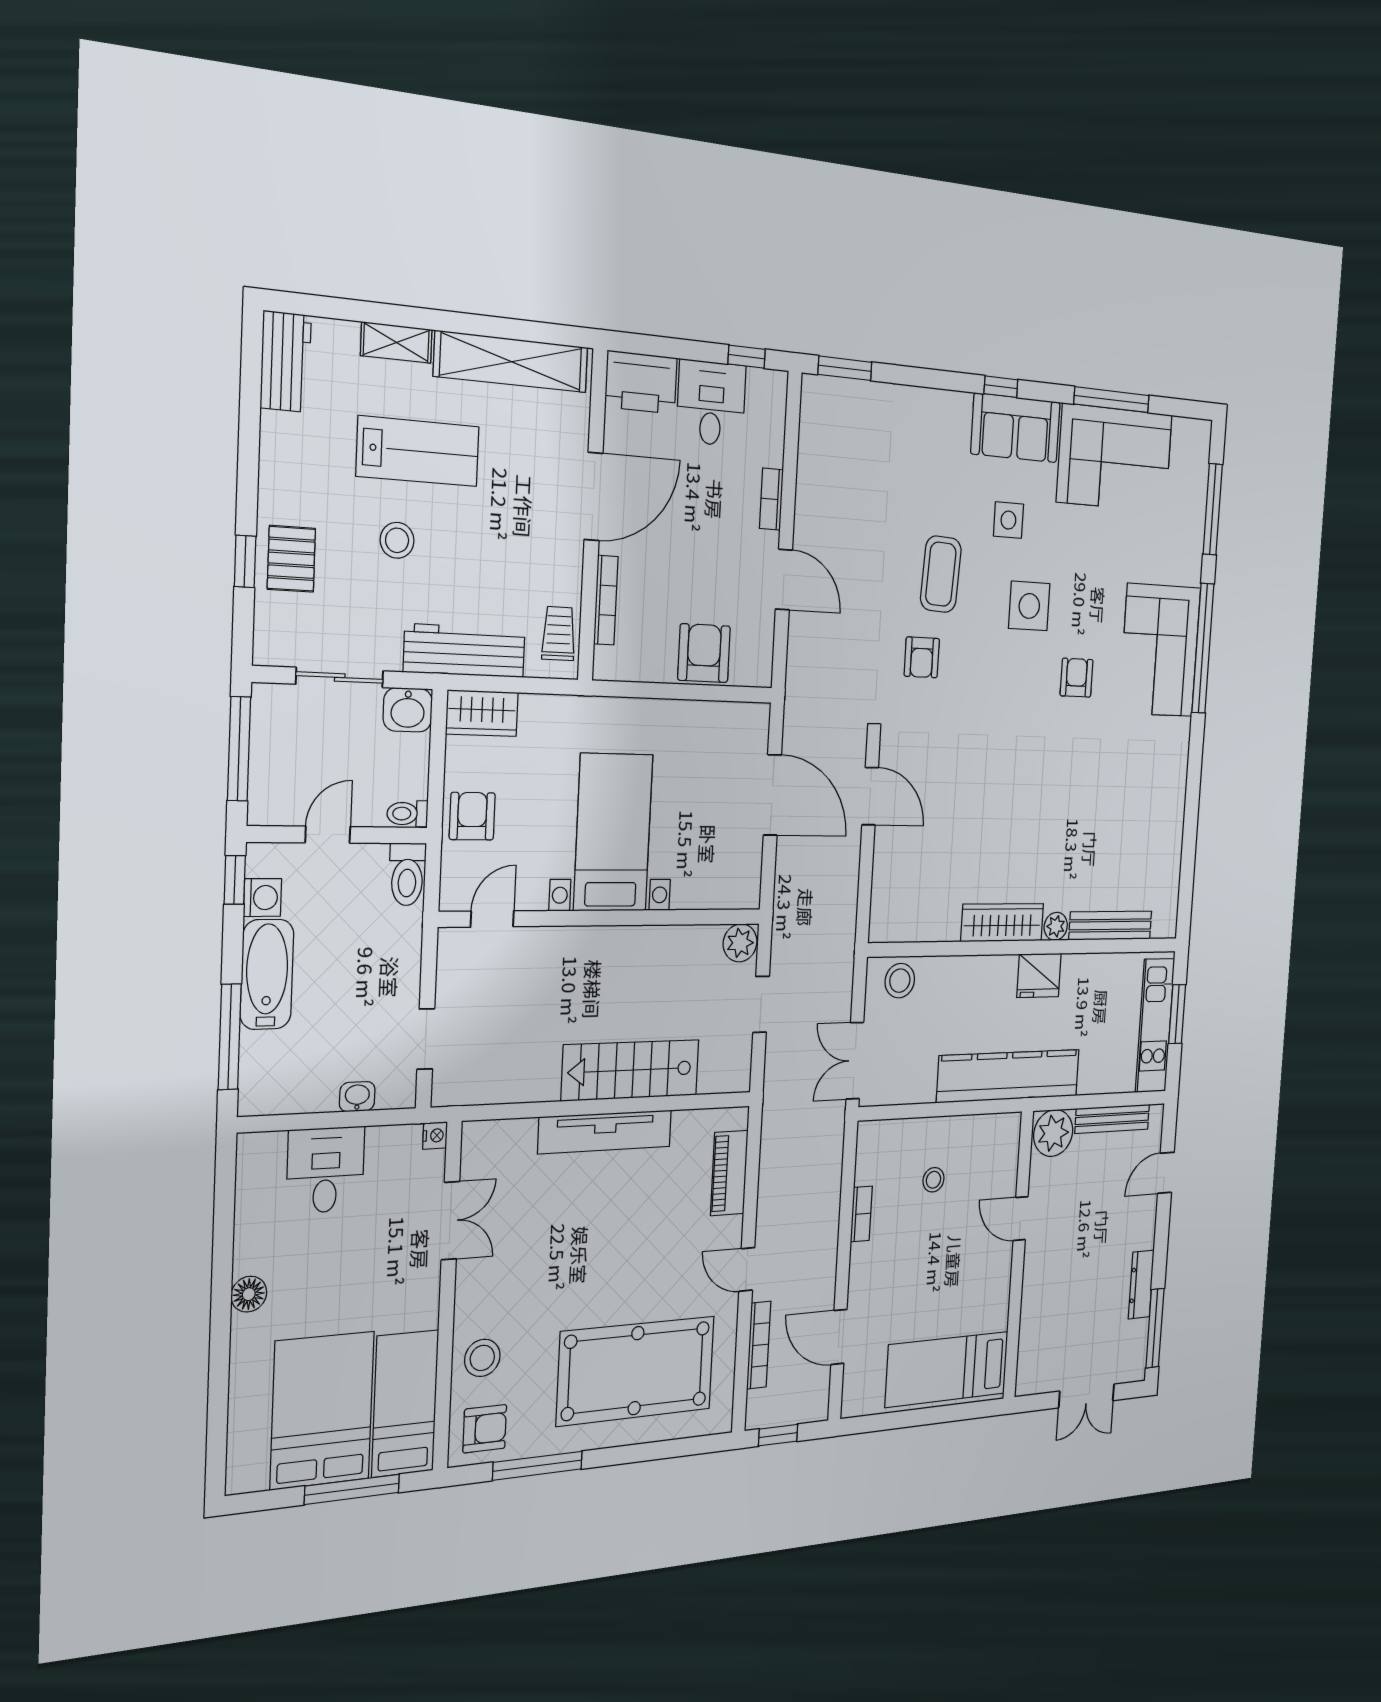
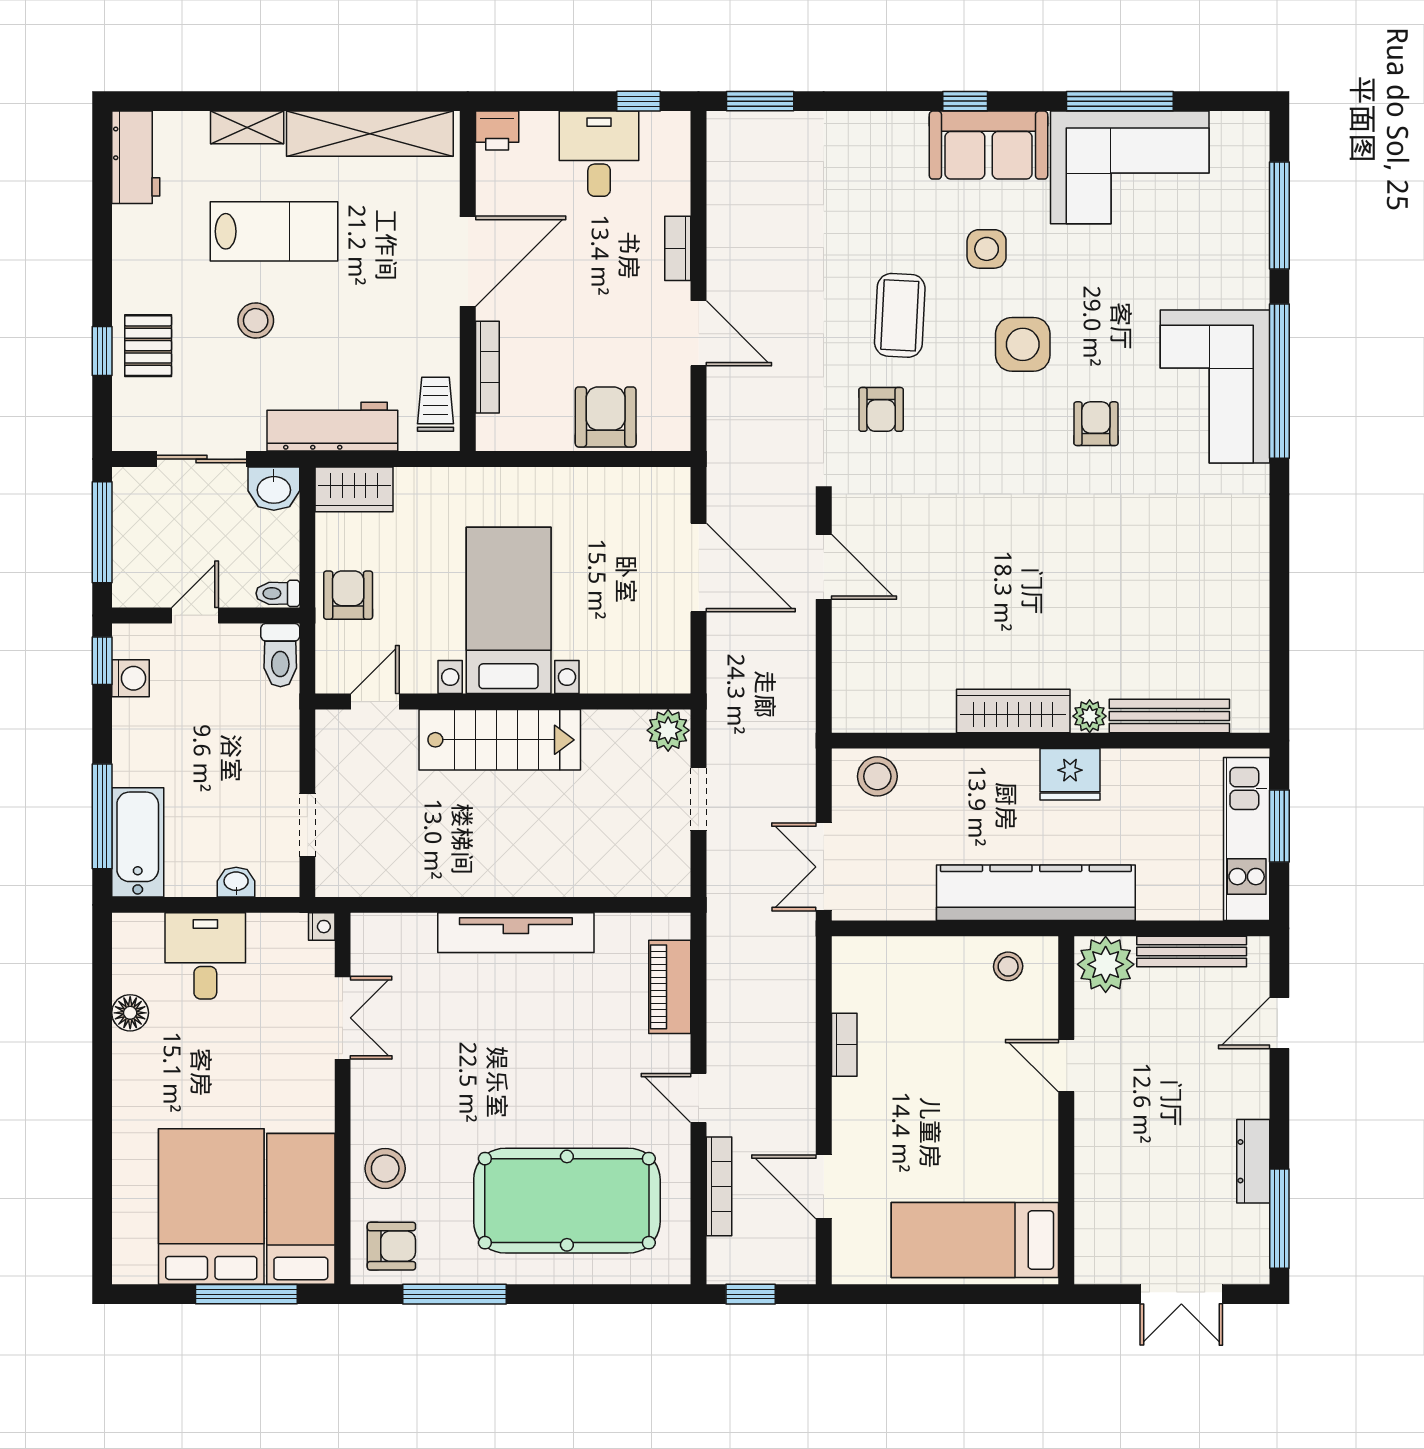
printer: (641, 382) -> (497, 131), width x0.53, depth x0.68
bathtub: (267, 974) -> (138, 842), moved
stairs: (631, 1070) -> (500, 740), moved, turned 180
stool: (933, 1180) -> (1008, 966), moved
floor lamp: (249, 1294) -> (130, 1013), moved

